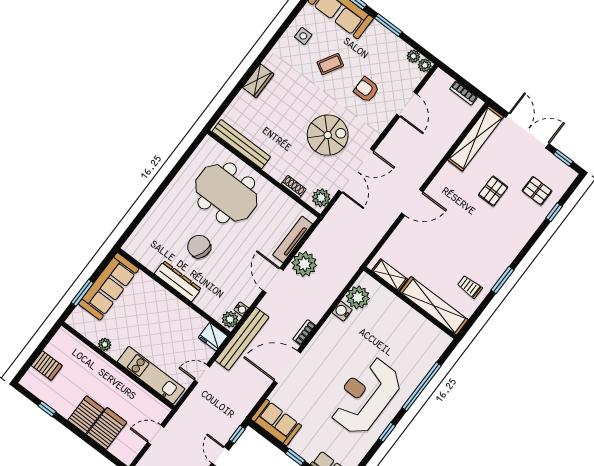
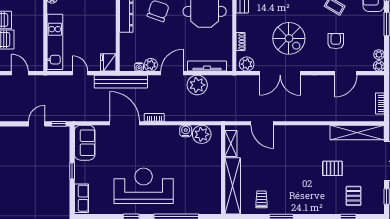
door: (412, 202) -> (262, 123), moved
plant: (230, 319) -> (151, 65), moved

